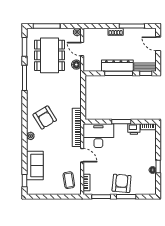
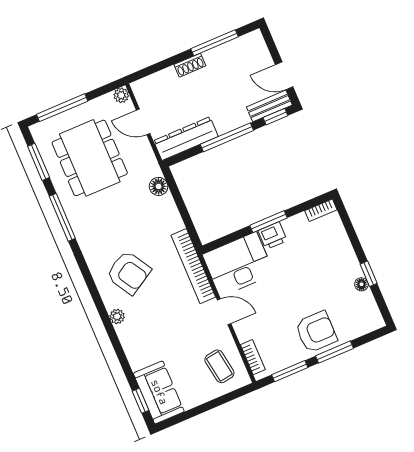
door: (158, 44) -> (284, 76), moved
floor lamp: (76, 65) -> (159, 186), moved
dresser: (117, 66) -> (186, 139), moved
printer: (134, 129) -> (273, 236), moved
sofa: (35, 165) -> (159, 392), moved
armchair: (122, 183) -> (316, 332), turned 85

